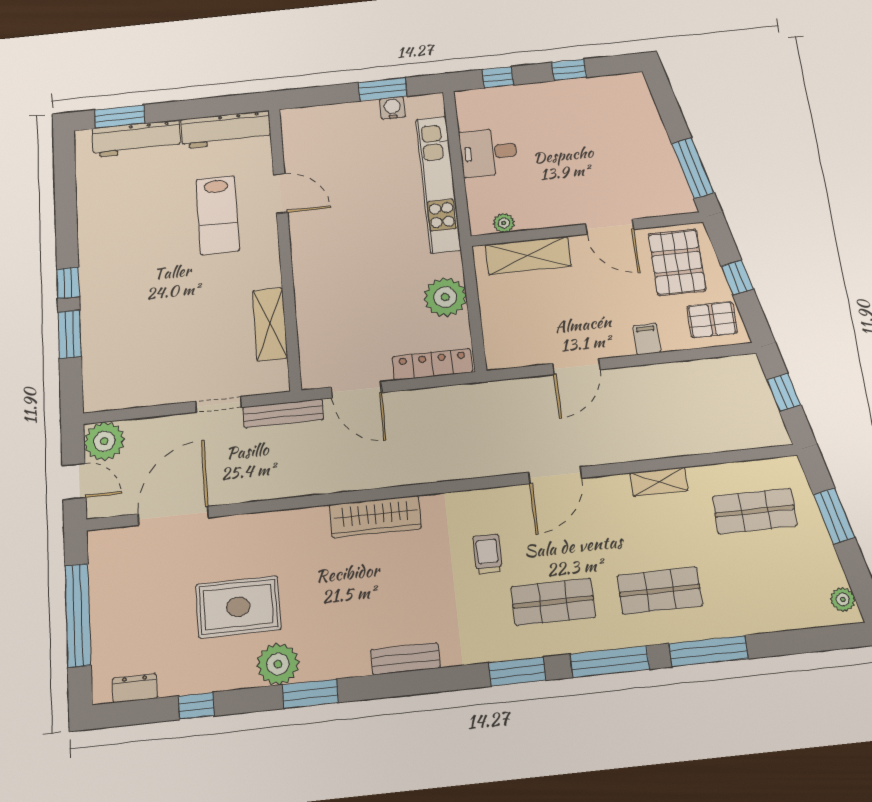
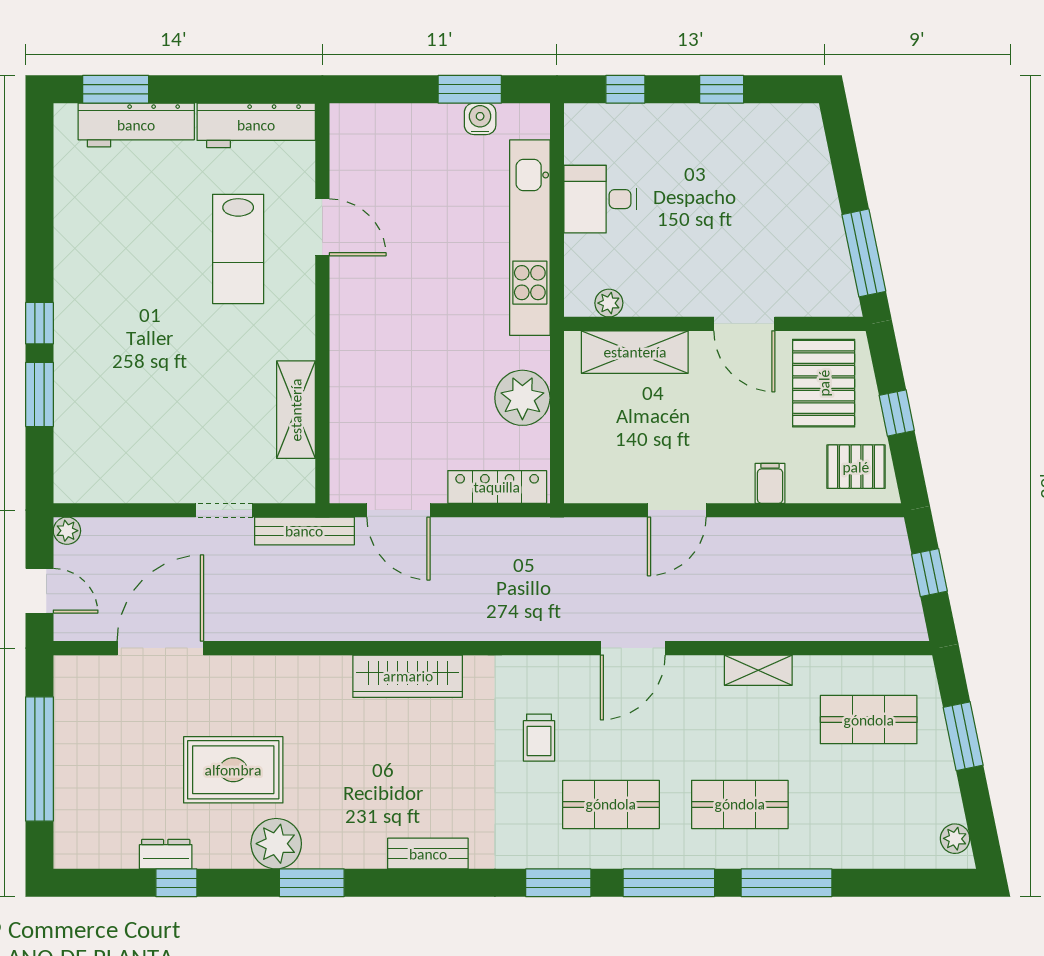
plant: (104, 441) -> (67, 531), width x0.53, depth x0.53
trolley: (487, 554) -> (539, 738), turned 180
dresser: (135, 688) -> (166, 854), moved

